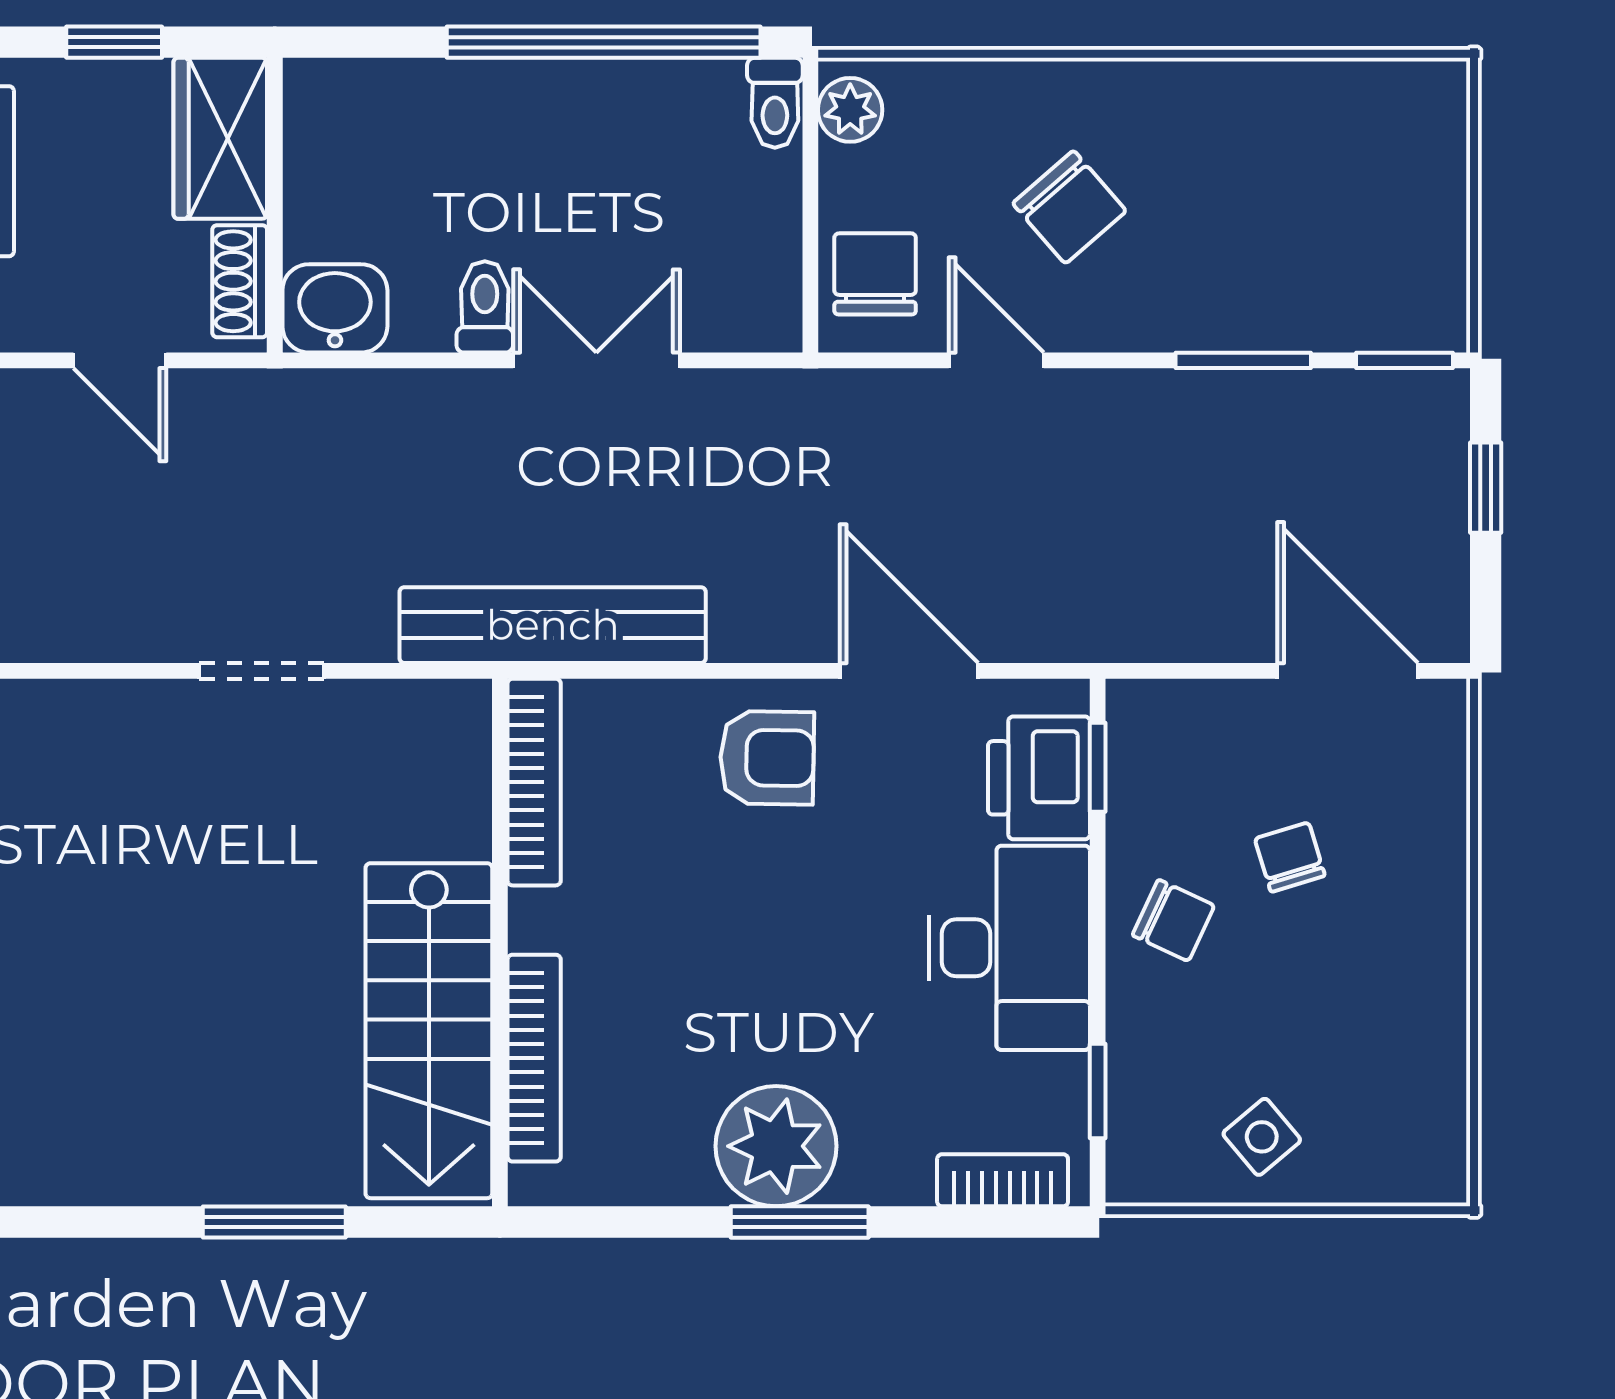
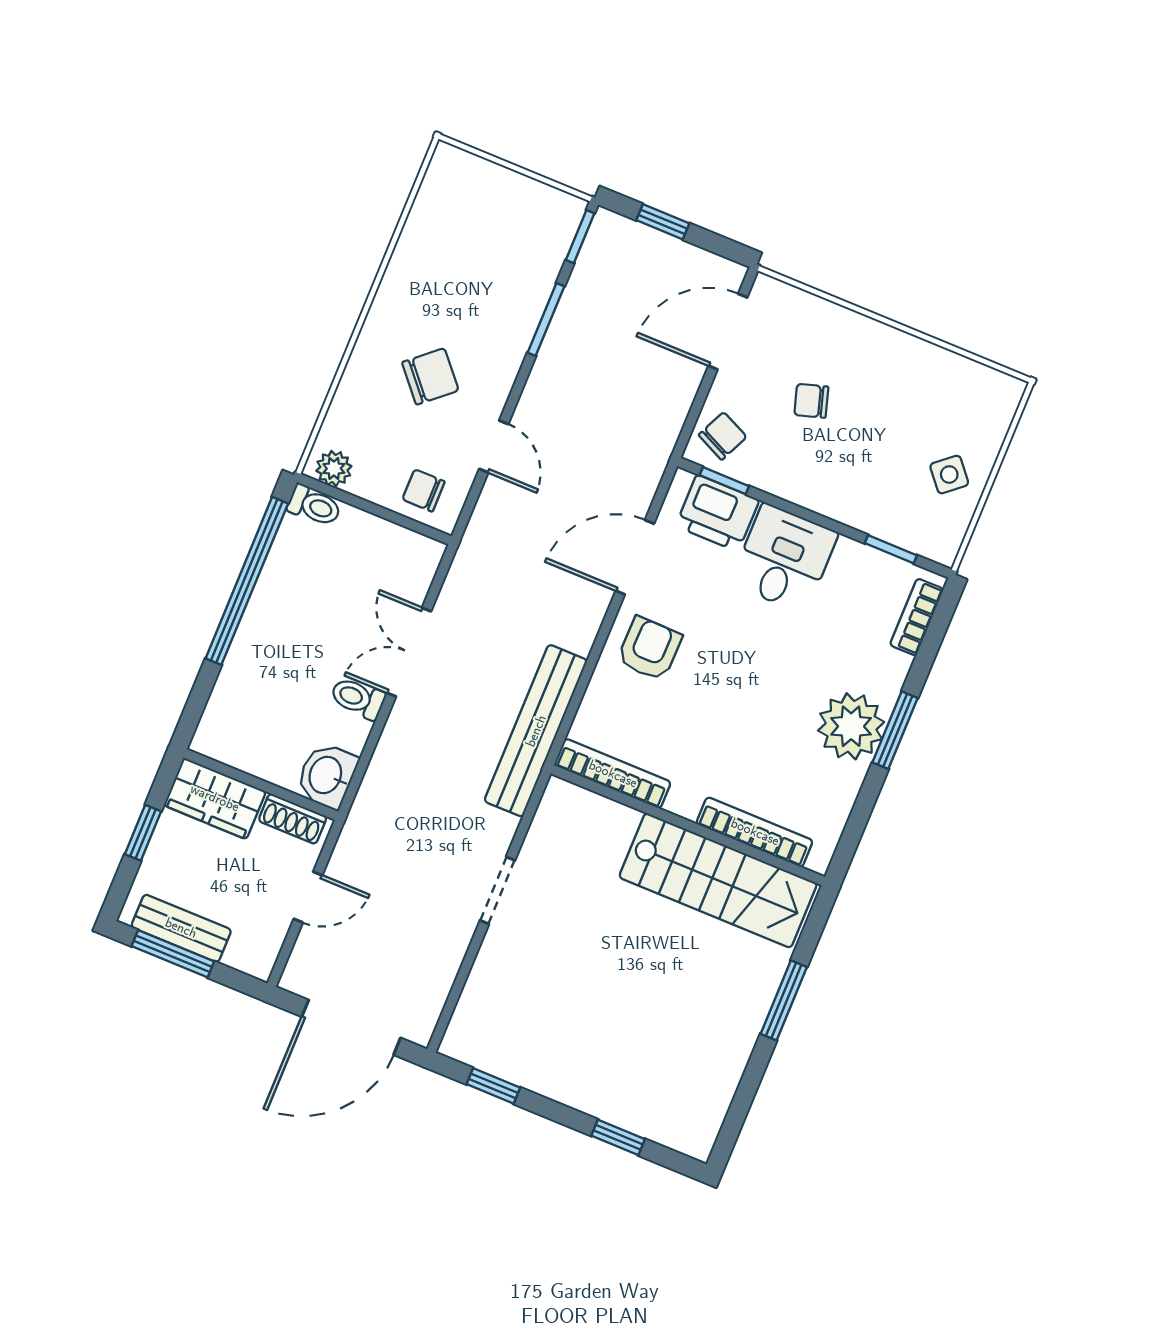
chair: (875, 274) -> (423, 490), width x0.73, depth x0.73
door: (996, 360) -> (494, 446), swing flipped
chair: (1173, 920) -> (723, 436), moved
desk: (1009, 948) -> (784, 558), width x0.73

